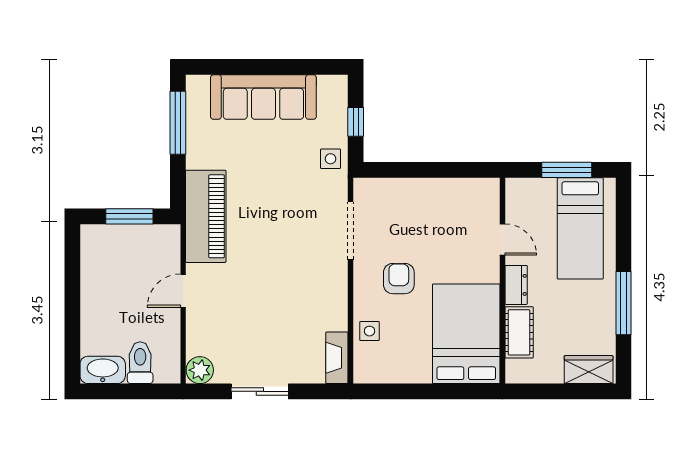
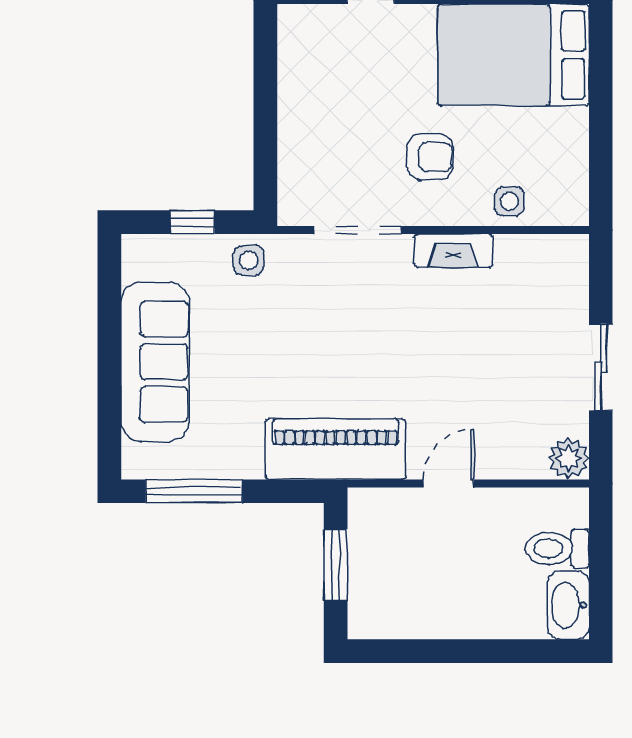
armchair: (399, 279) -> (430, 157), turned 180
door: (183, 291) -> (448, 483), swing flipped
fireplace: (337, 358) -> (453, 251), moved

